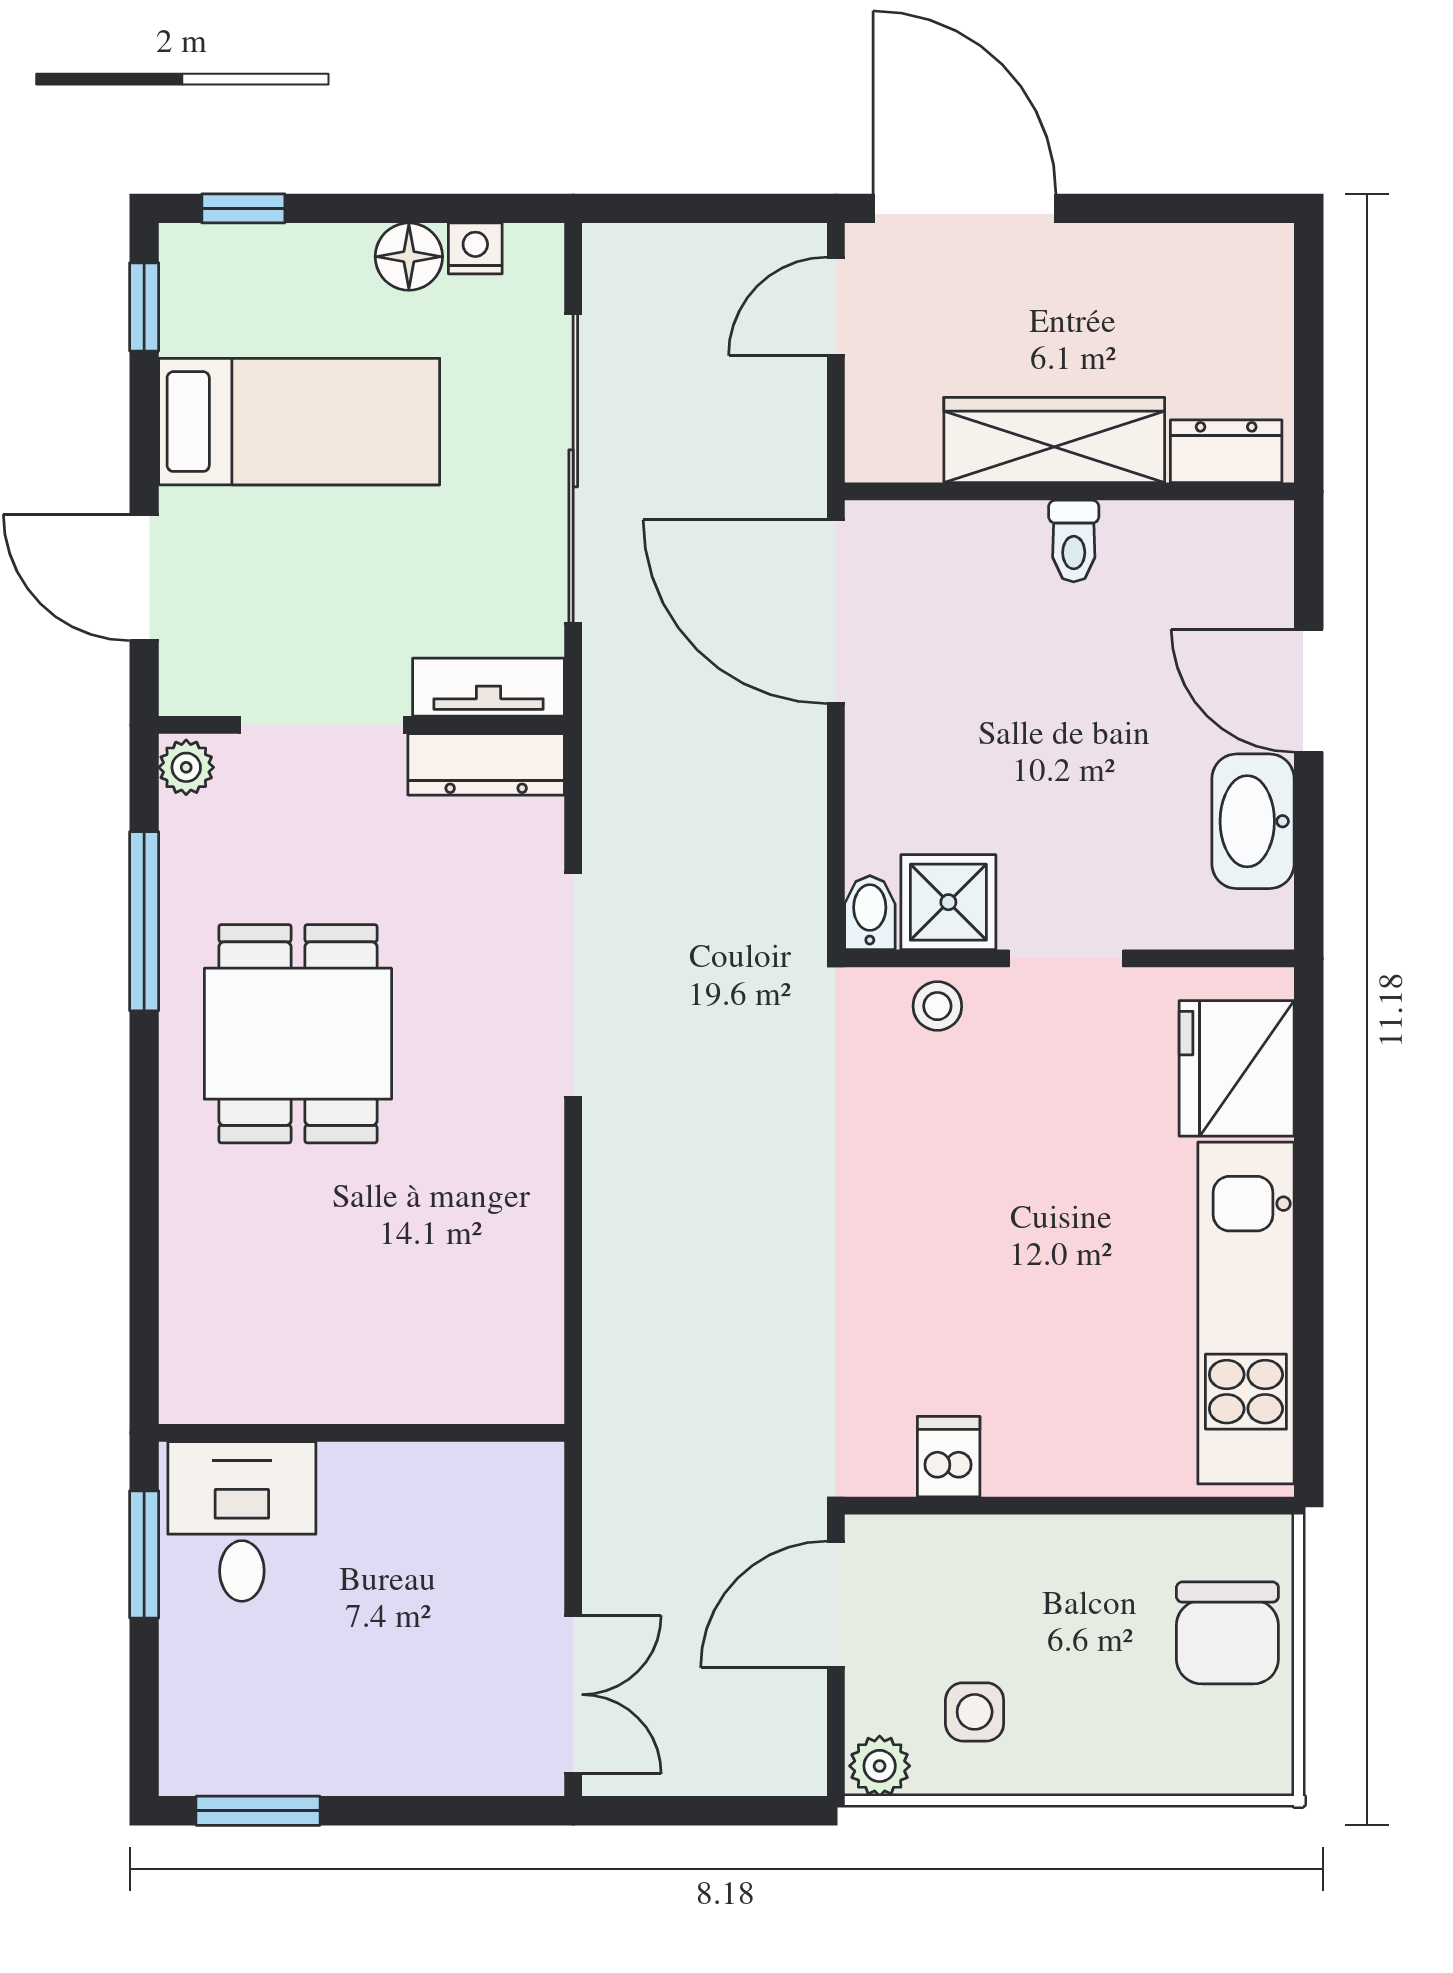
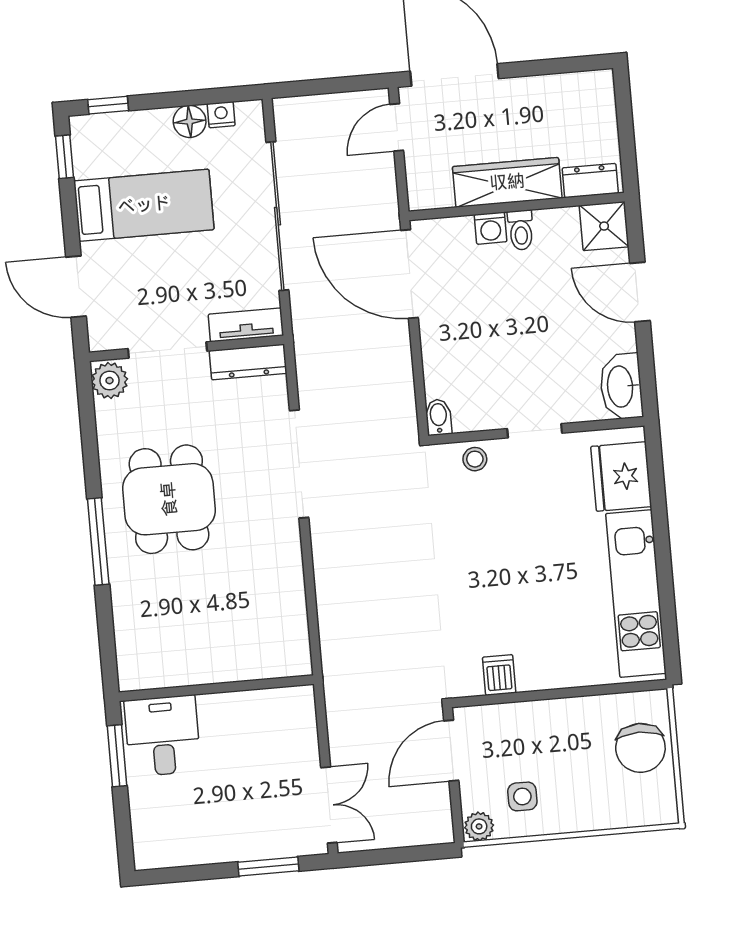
washing machine: (1012, 532) -> (491, 228), added
plant: (186, 767) -> (109, 381), width x1.38, depth x1.38
washbasin: (1253, 821) -> (621, 386), moved
shower: (948, 902) -> (604, 226), moved
window: (144, 921) -> (98, 541), moved
window: (258, 1811) -> (268, 867), moved

